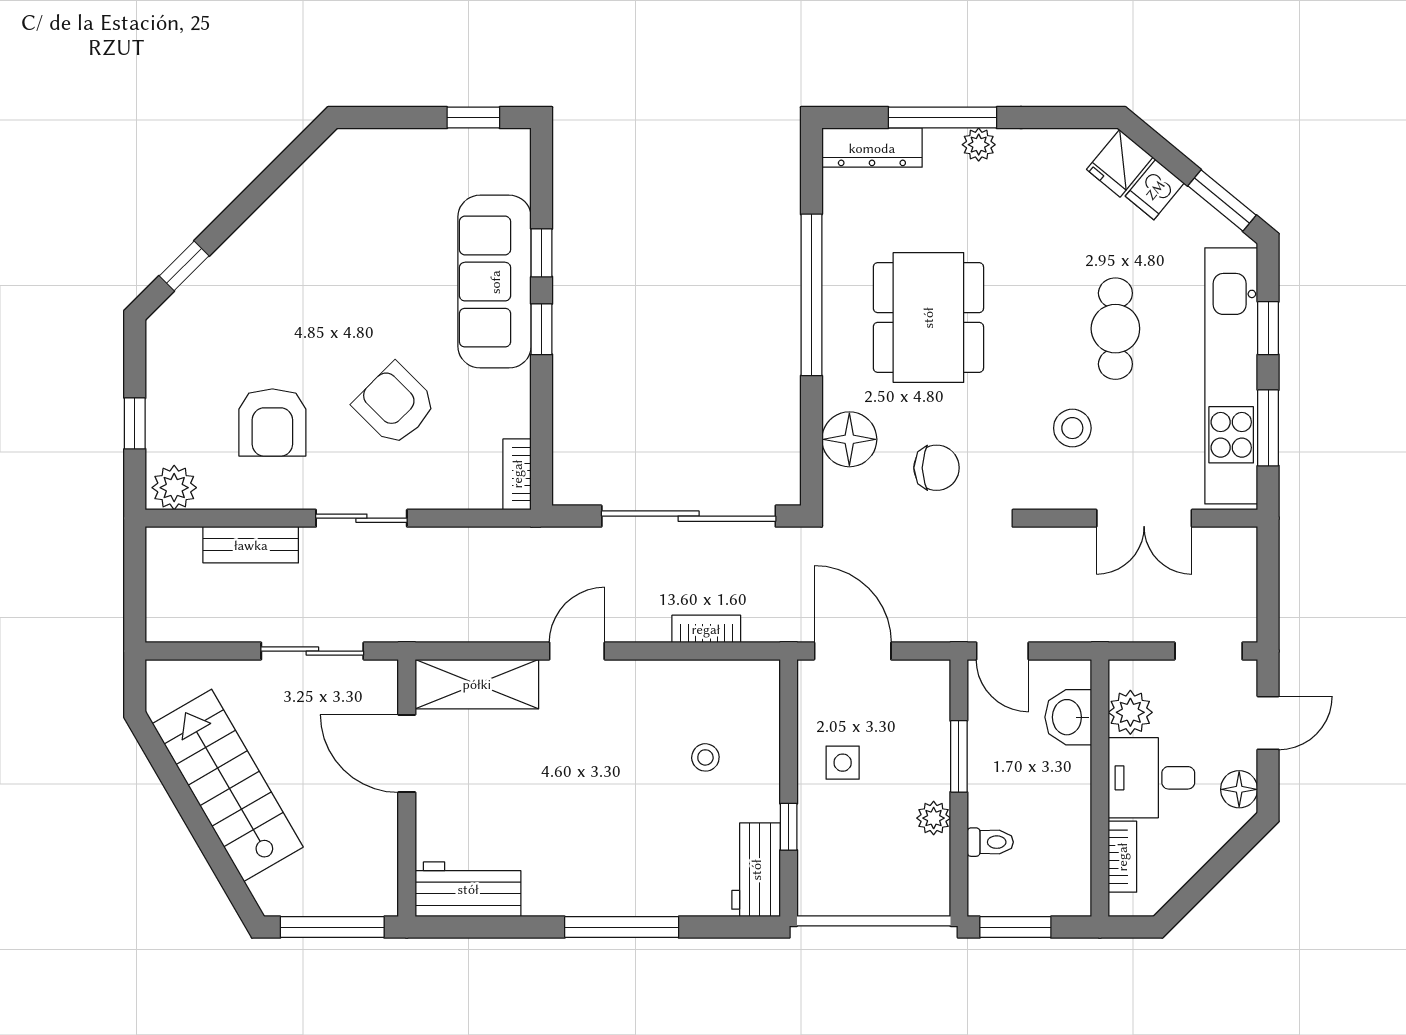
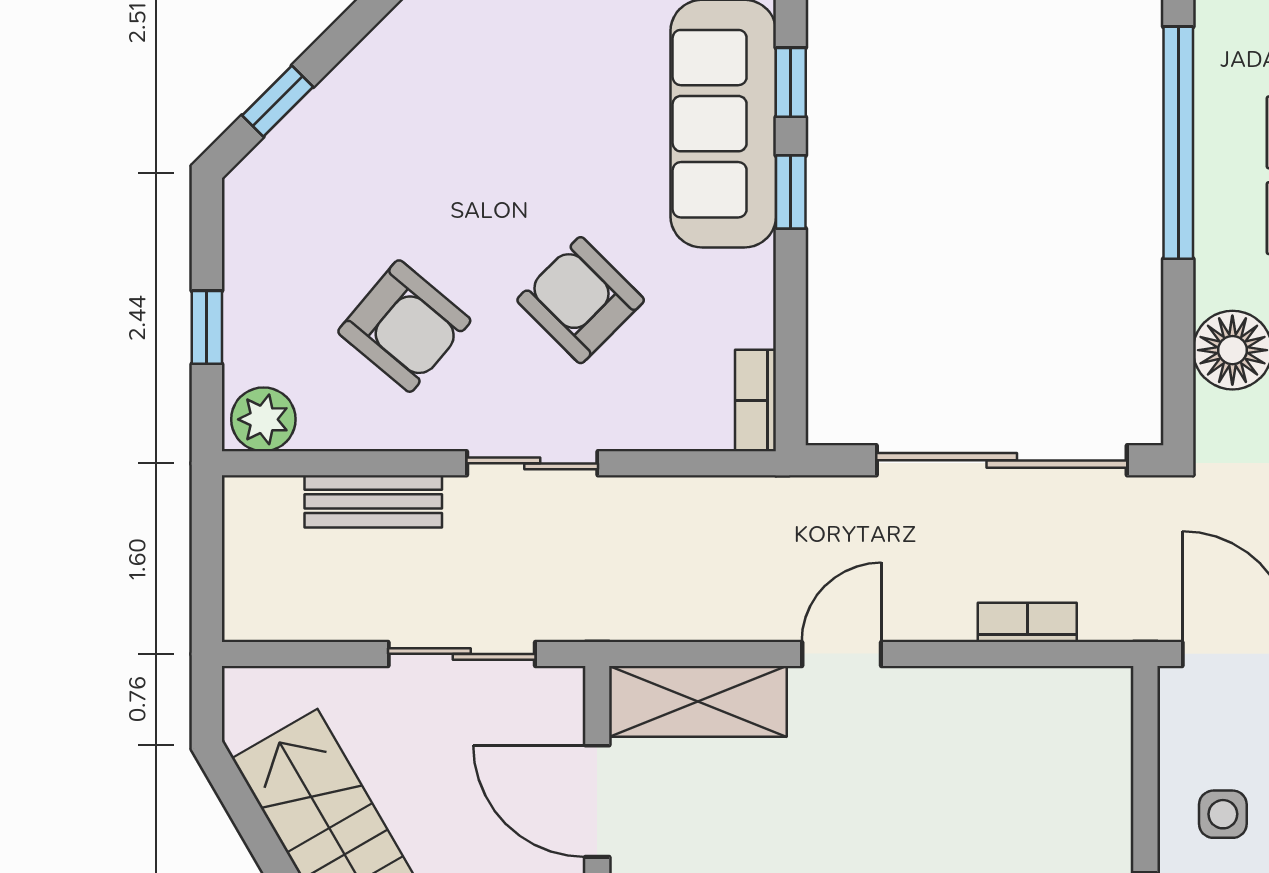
armchair: (272, 423) -> (404, 326), turned -50
stool: (705, 757) -> (1026, 807), removed

